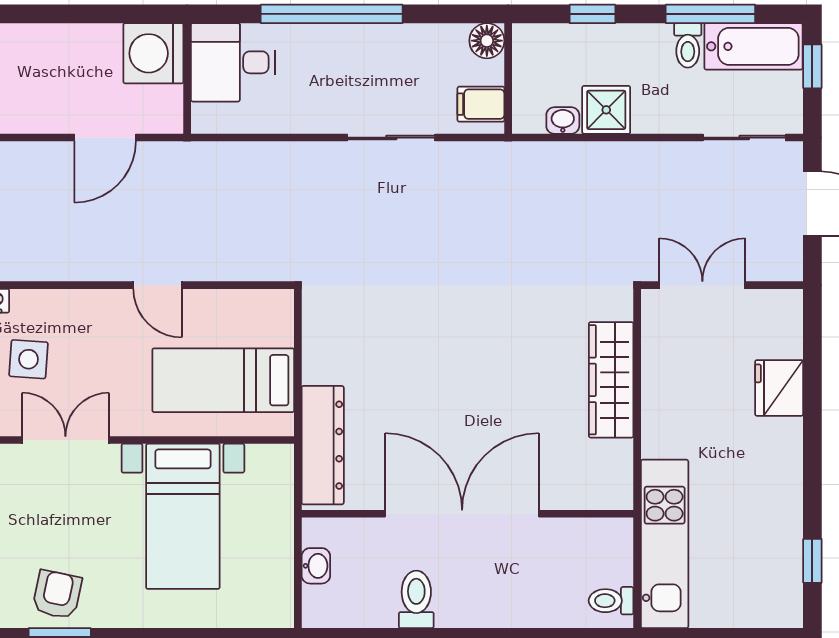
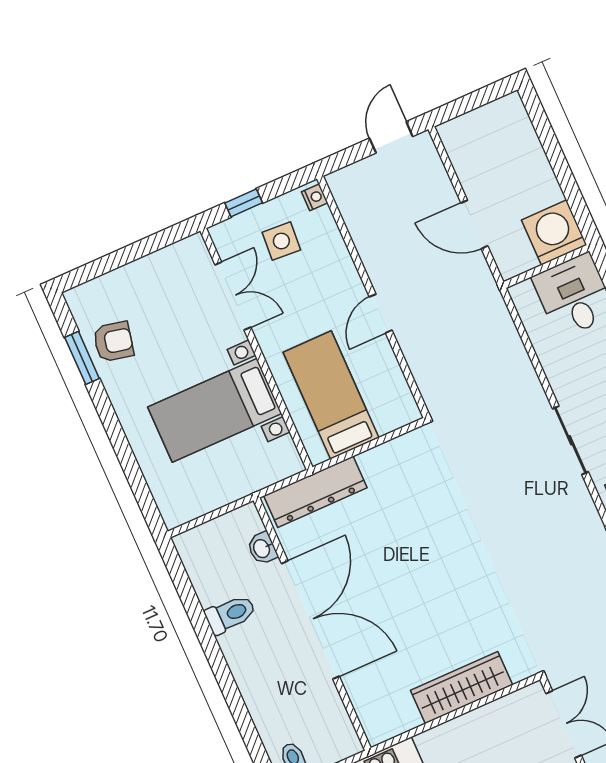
washbasin: (316, 566) -> (262, 548), moved, turned 90

